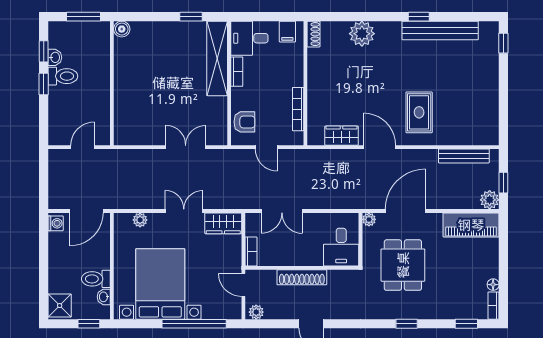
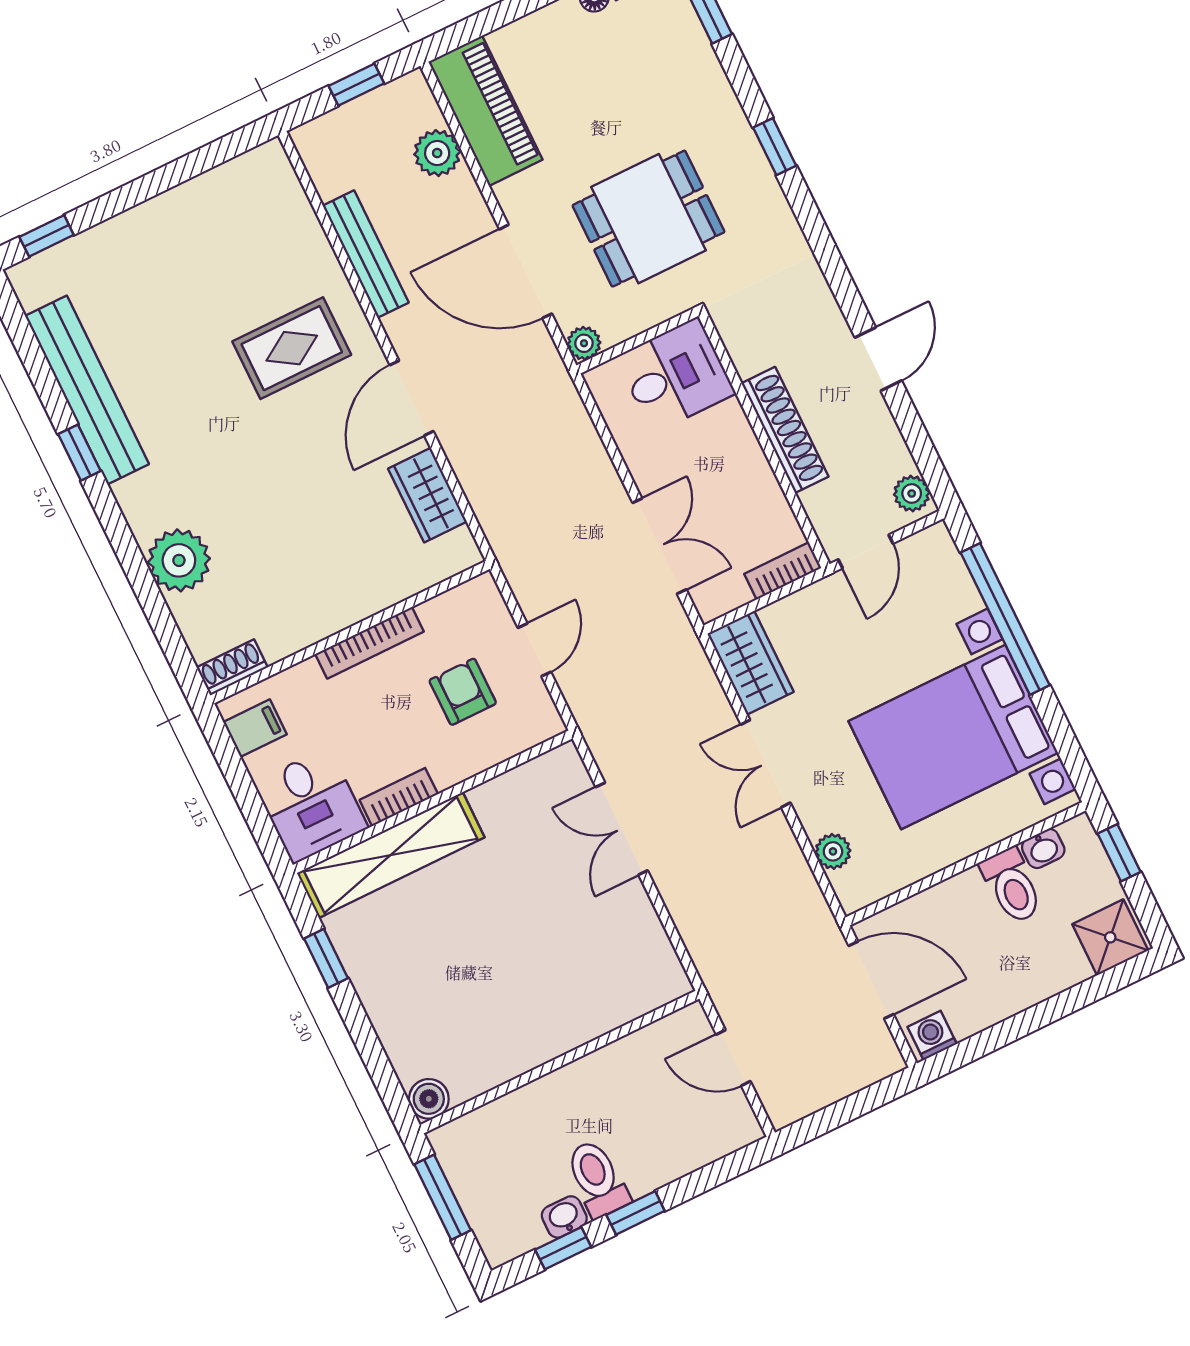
bookcase: (298, 109) -> (370, 643), moved
armchair: (244, 122) -> (463, 692), moved
bench: (464, 156) -> (366, 254), moved
plant: (490, 200) -> (437, 153), moved

